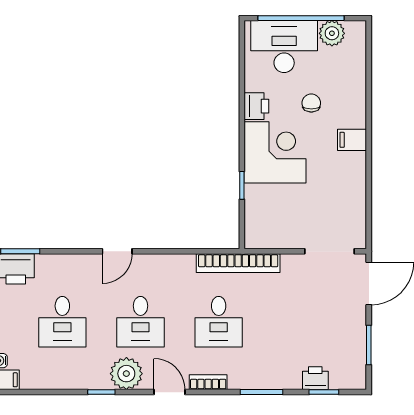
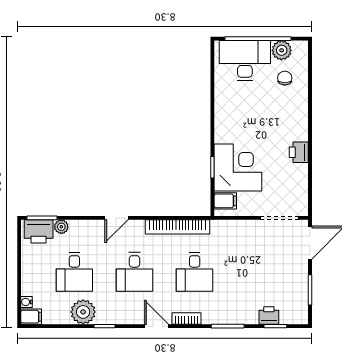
chair: (311, 103) -> (285, 78), moved
printer: (256, 106) -> (299, 152), moved, turned 180
filing cabinet: (352, 140) -> (225, 201), moved, turned 180
corner desk: (275, 152) -> (238, 167), moved
plant: (45, 263) -> (61, 227), added
bookcase: (238, 263) -> (178, 227), moved
plant: (126, 374) -> (83, 312), moved

